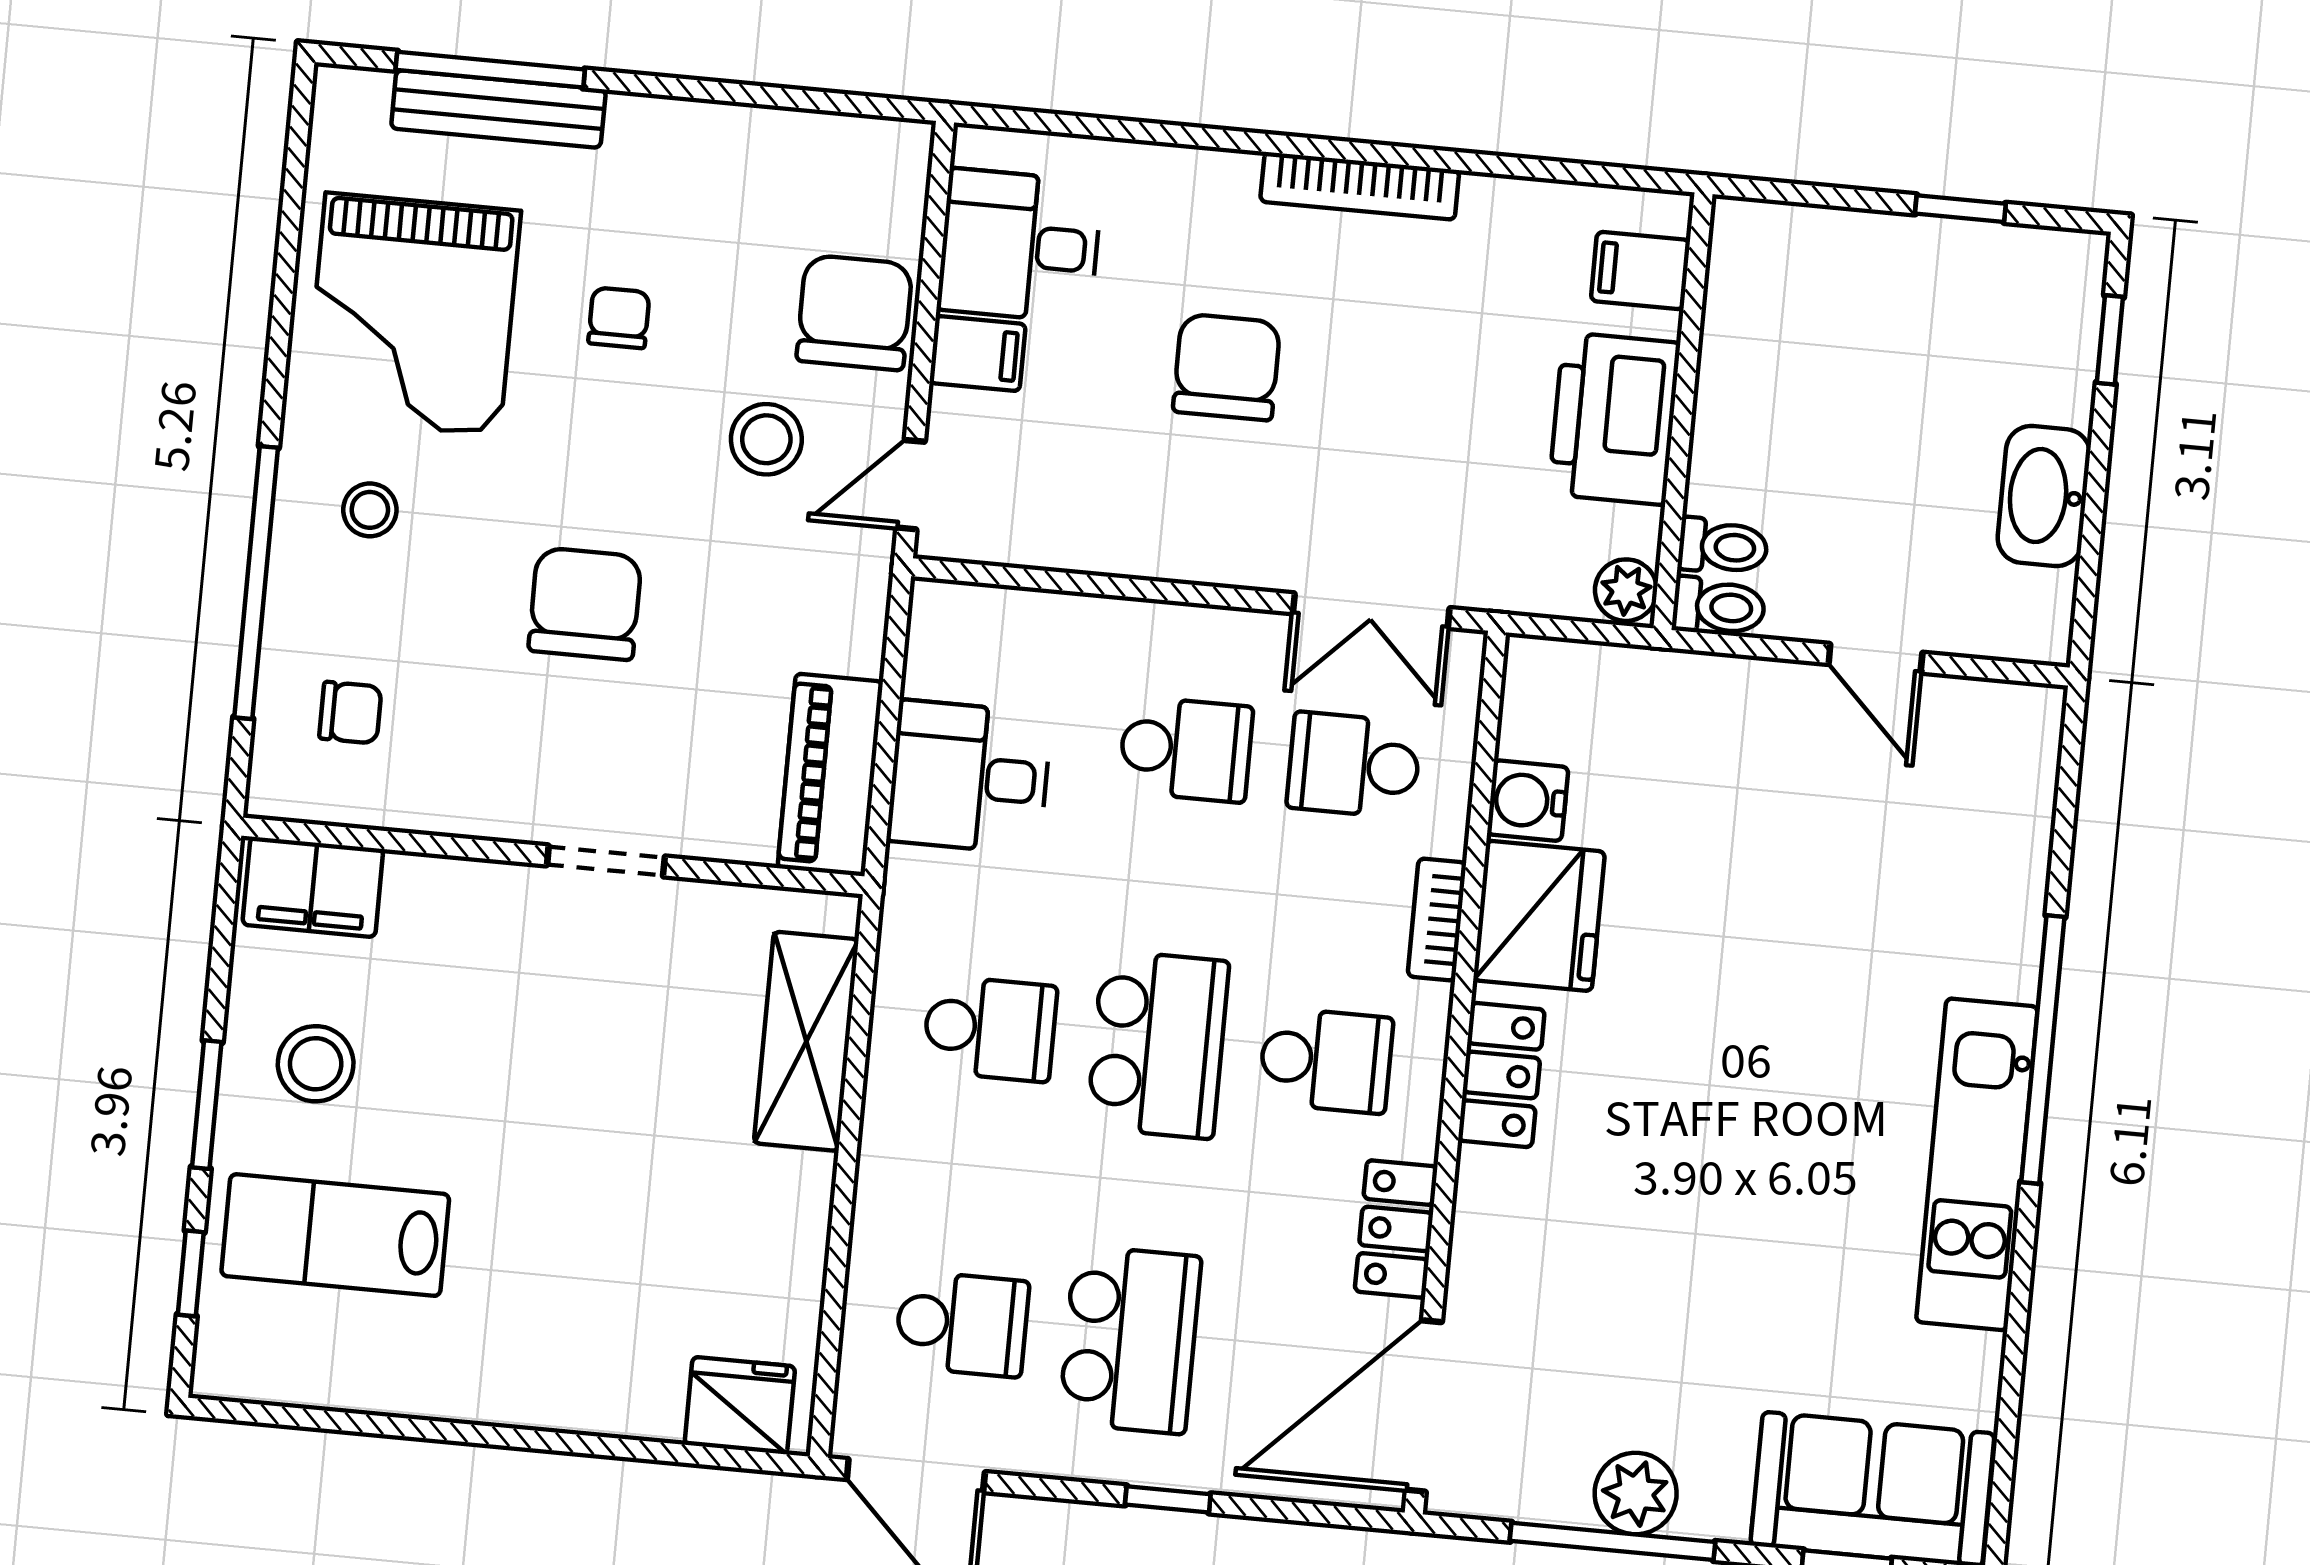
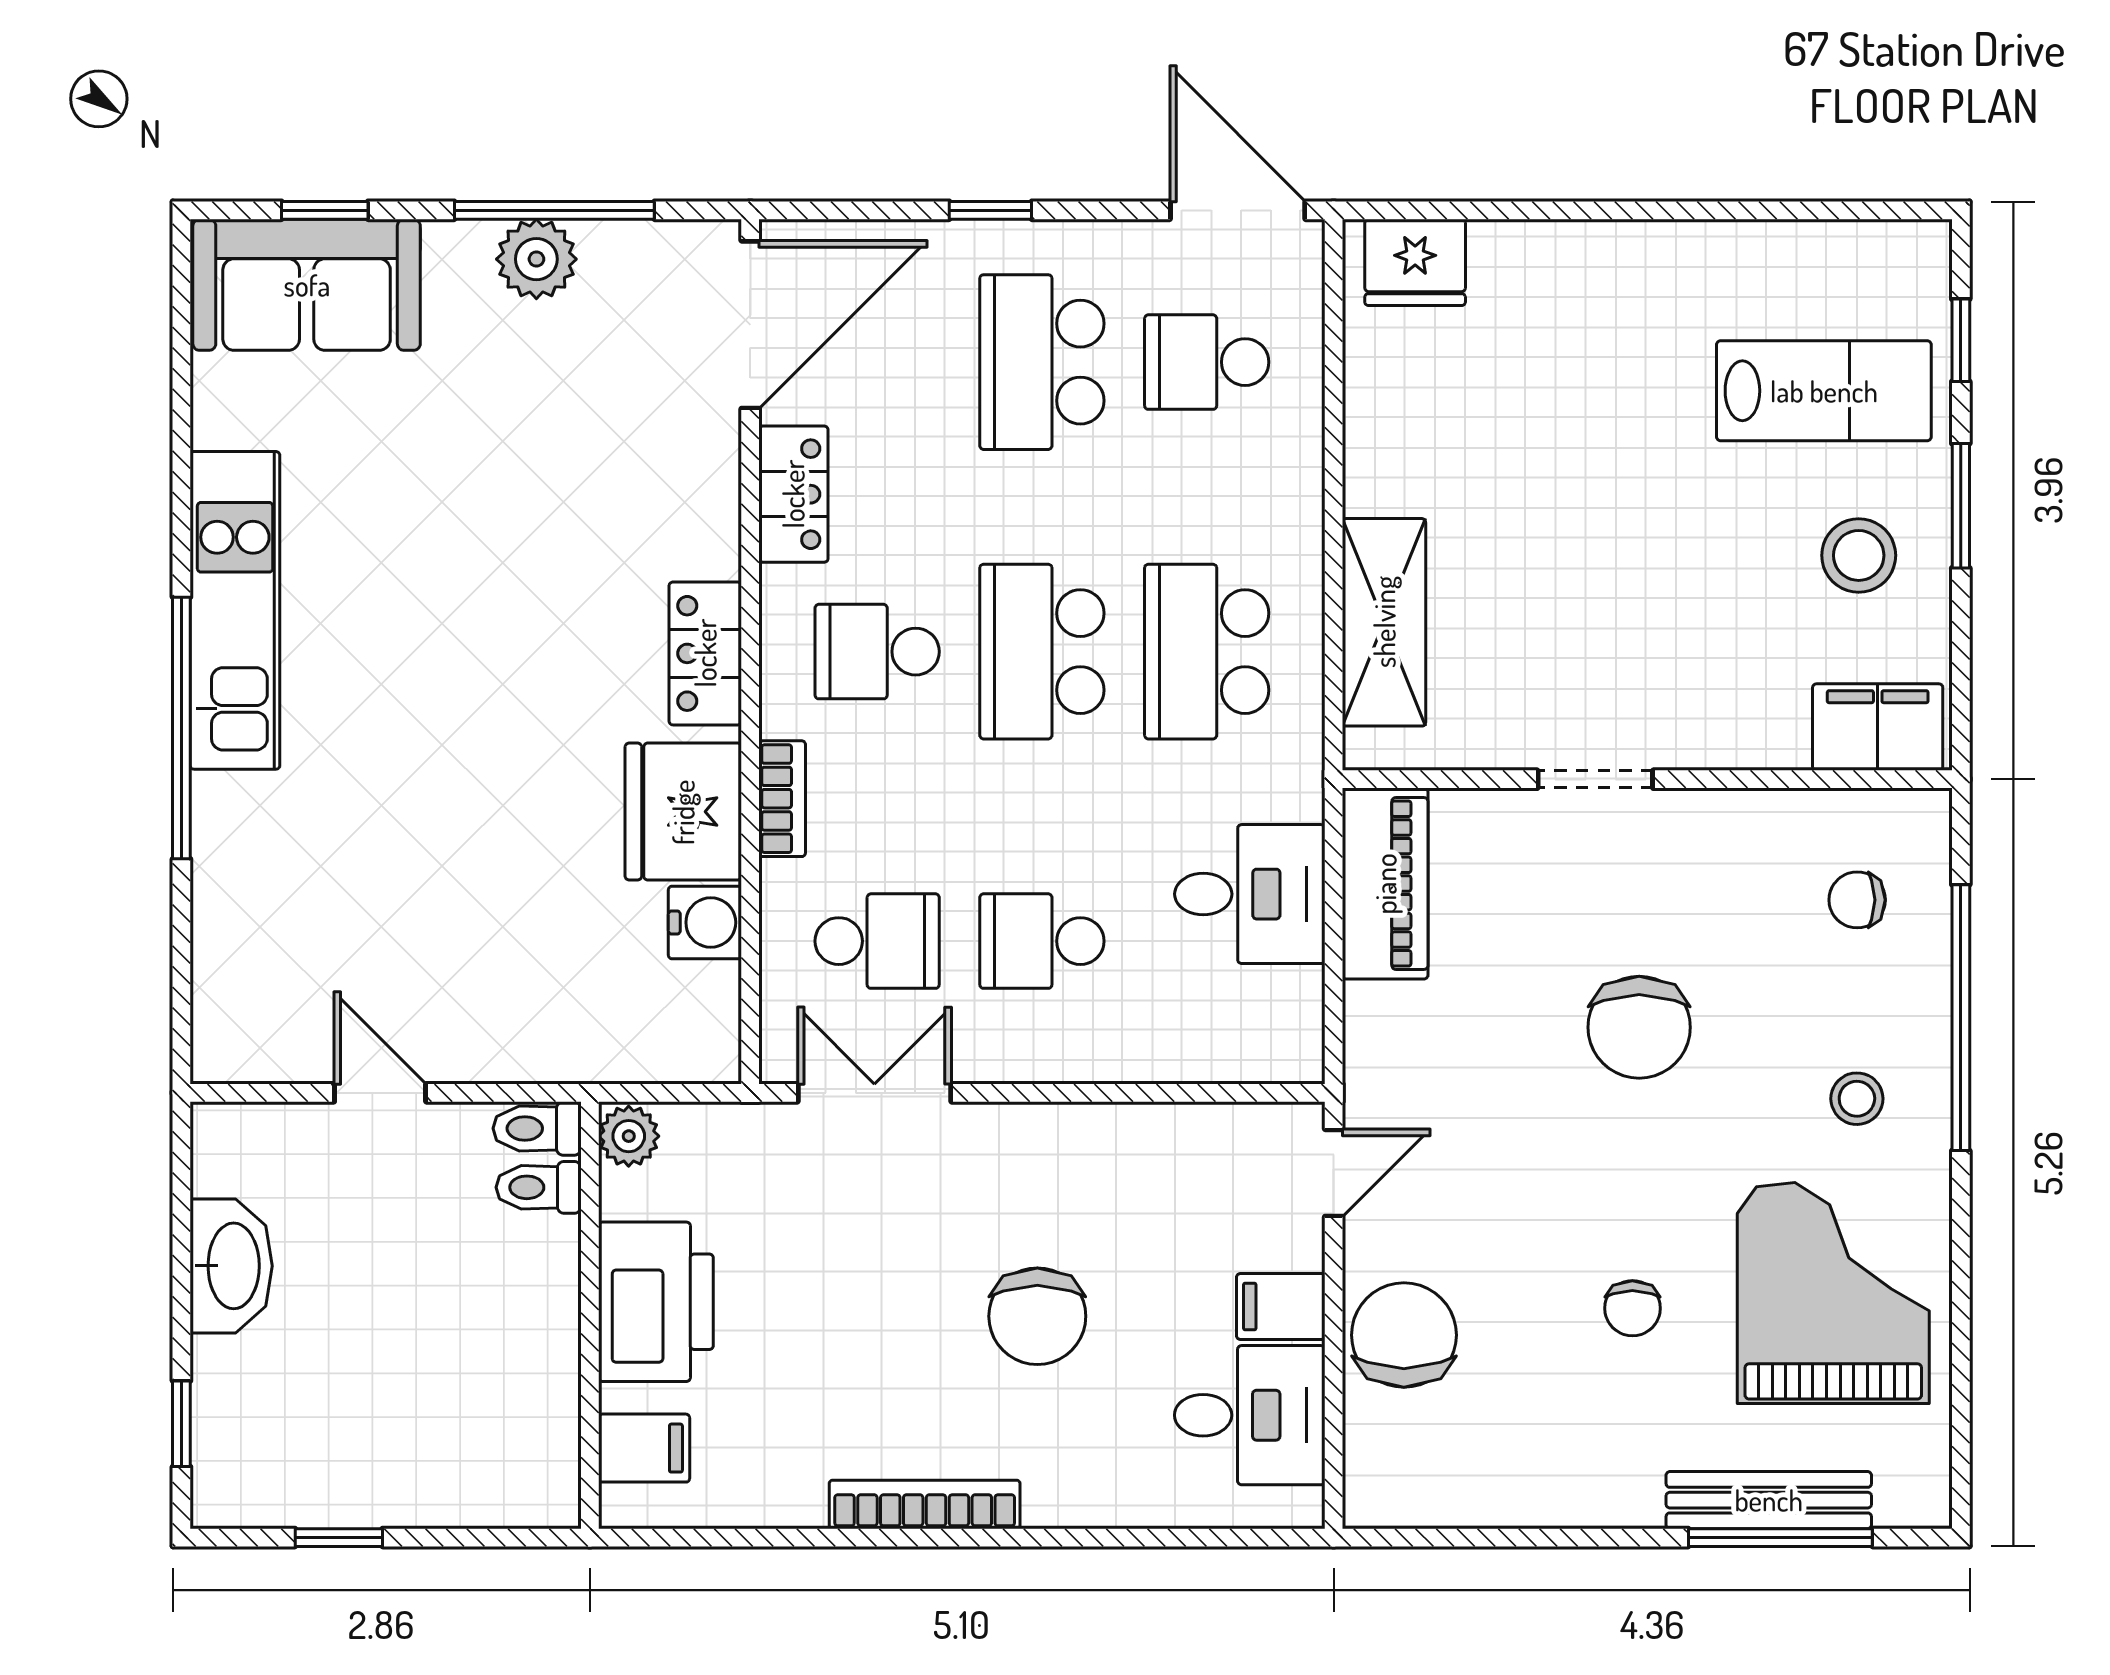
chair: (855, 313) -> (1404, 1335), turned 180
stool: (766, 439) -> (1478, 1204), removed
school desk: (990, 1029) -> (1207, 652), width x1.85

